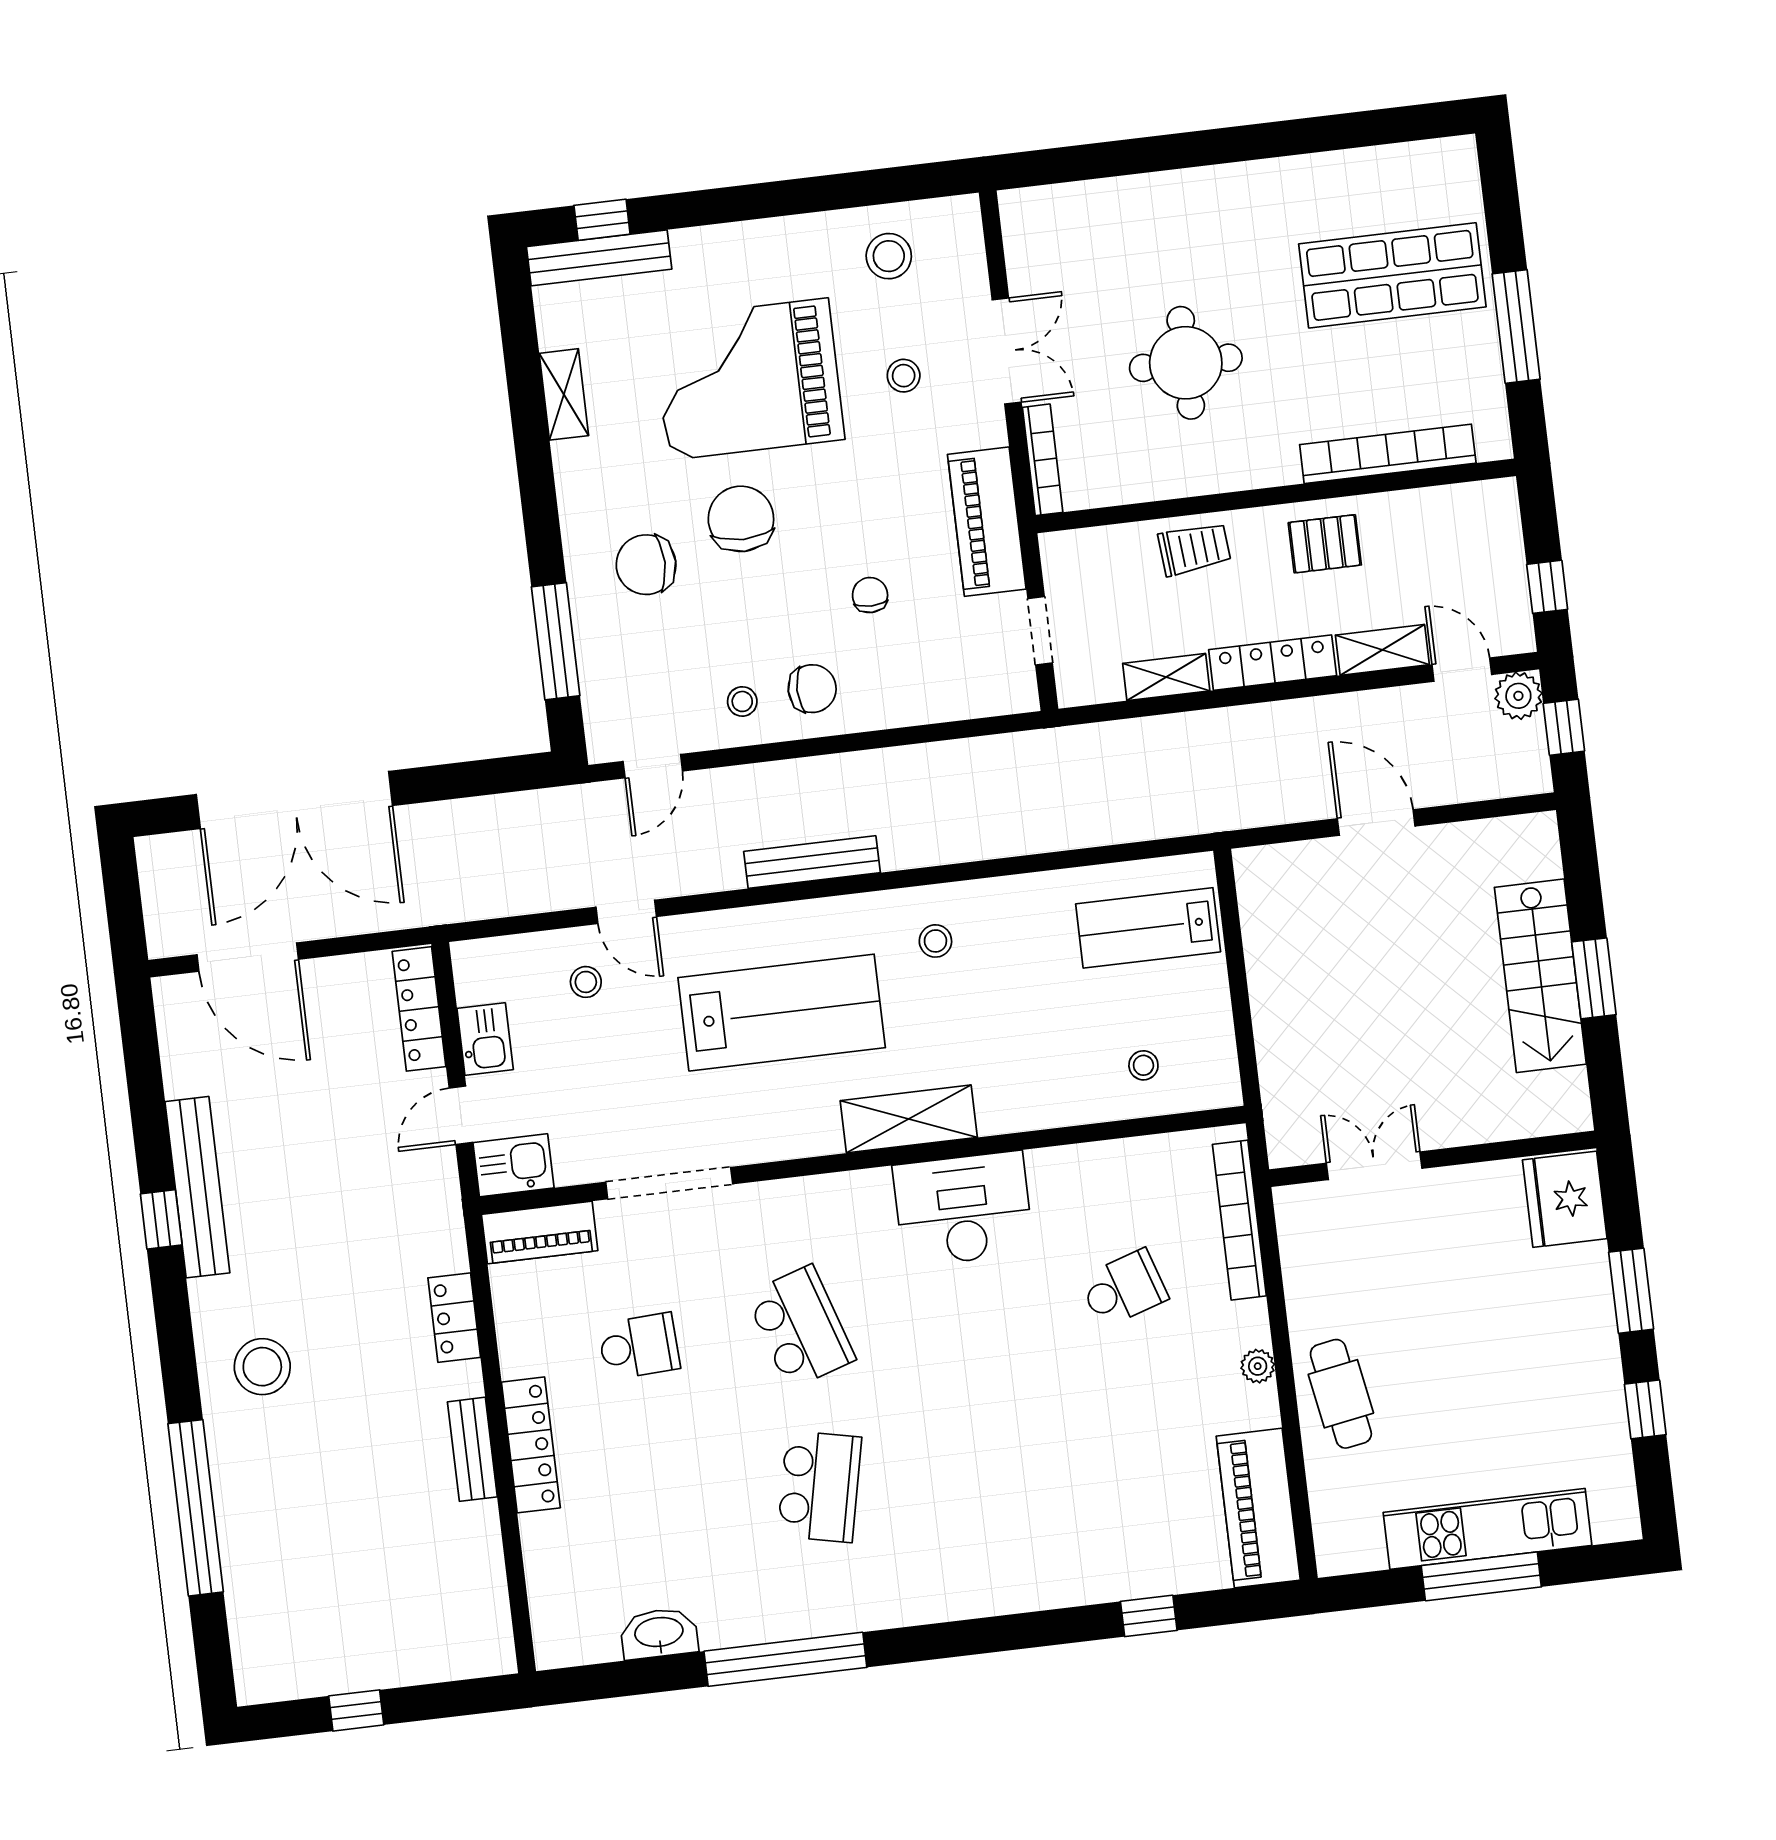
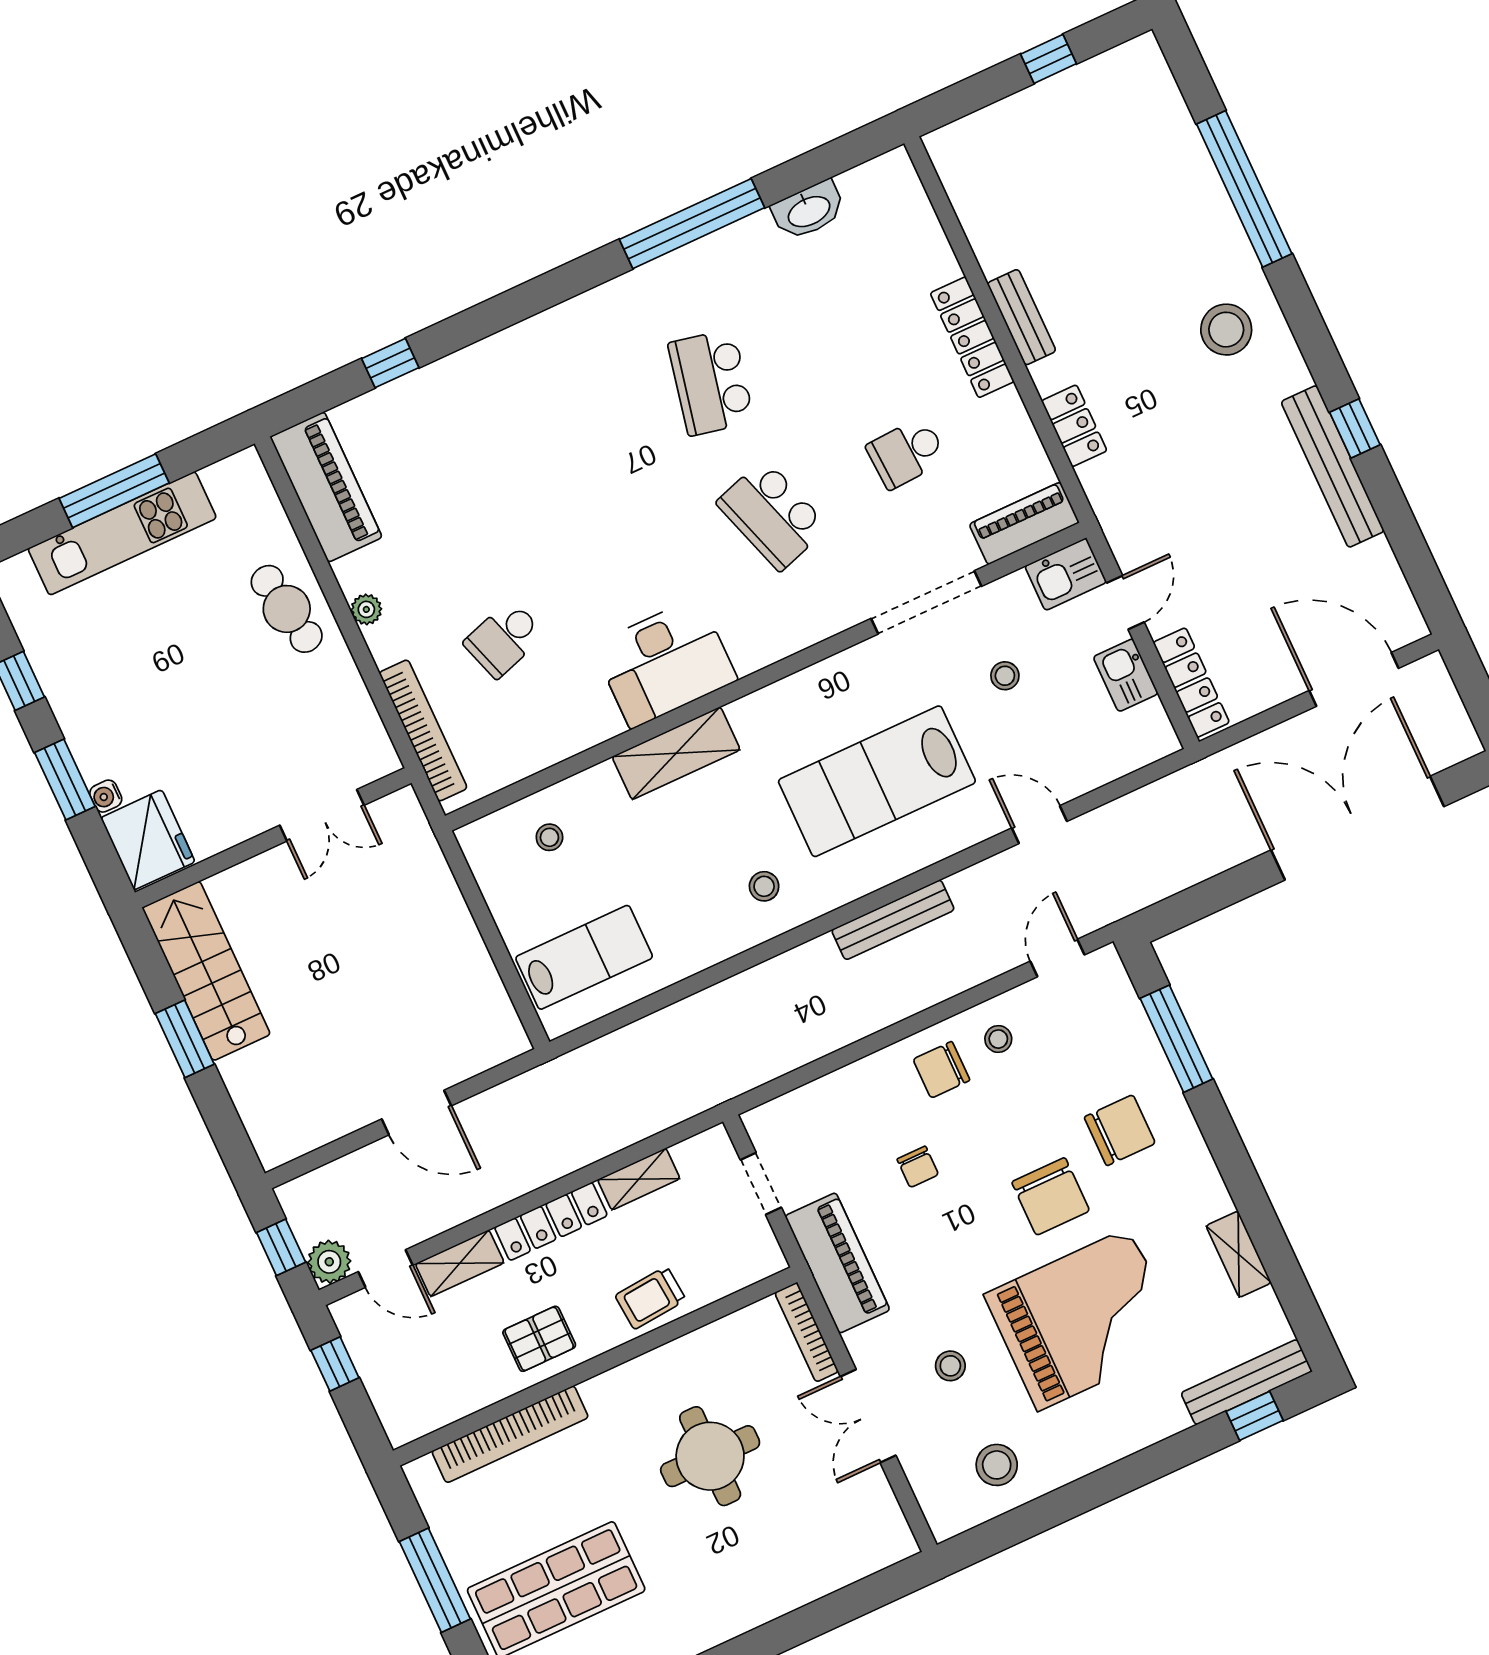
stairs: (1540, 976) -> (206, 971), moved
stool: (586, 982) -> (1005, 676), moved
shelving: (909, 1119) -> (676, 753), moved
water cooler: (1594, 1259) -> (106, 796), added

